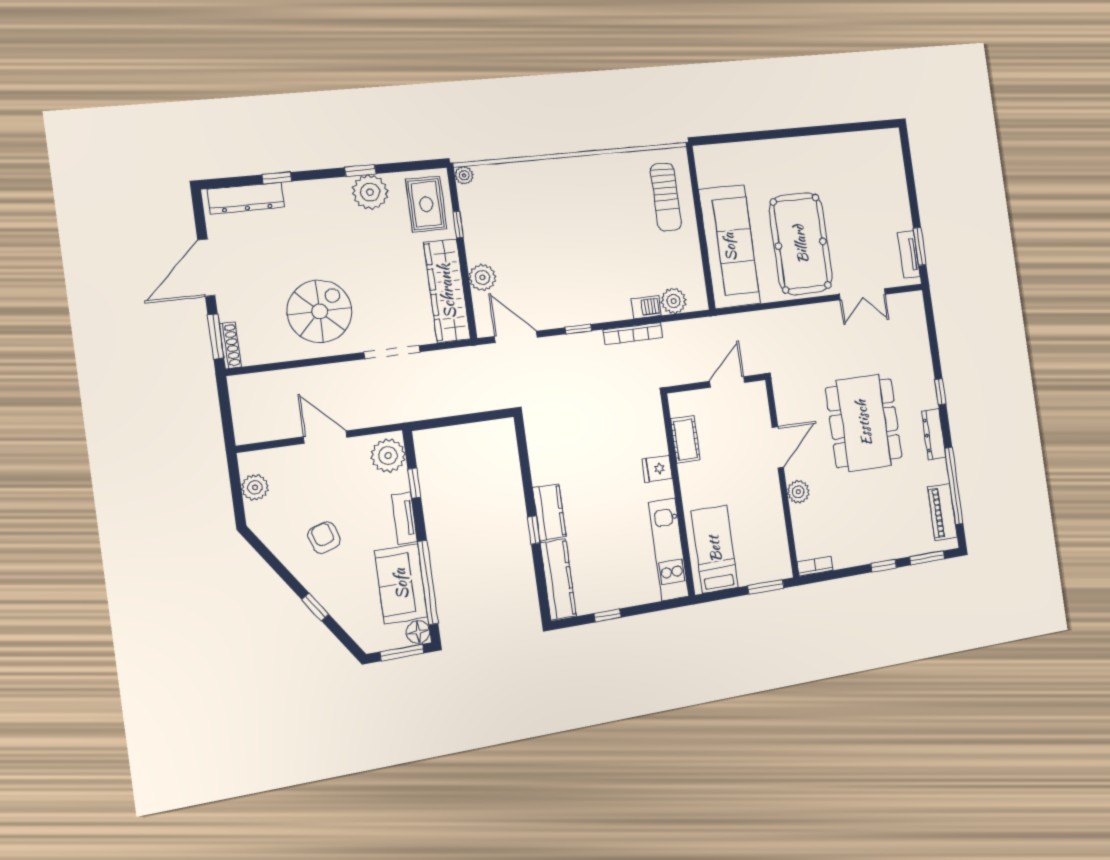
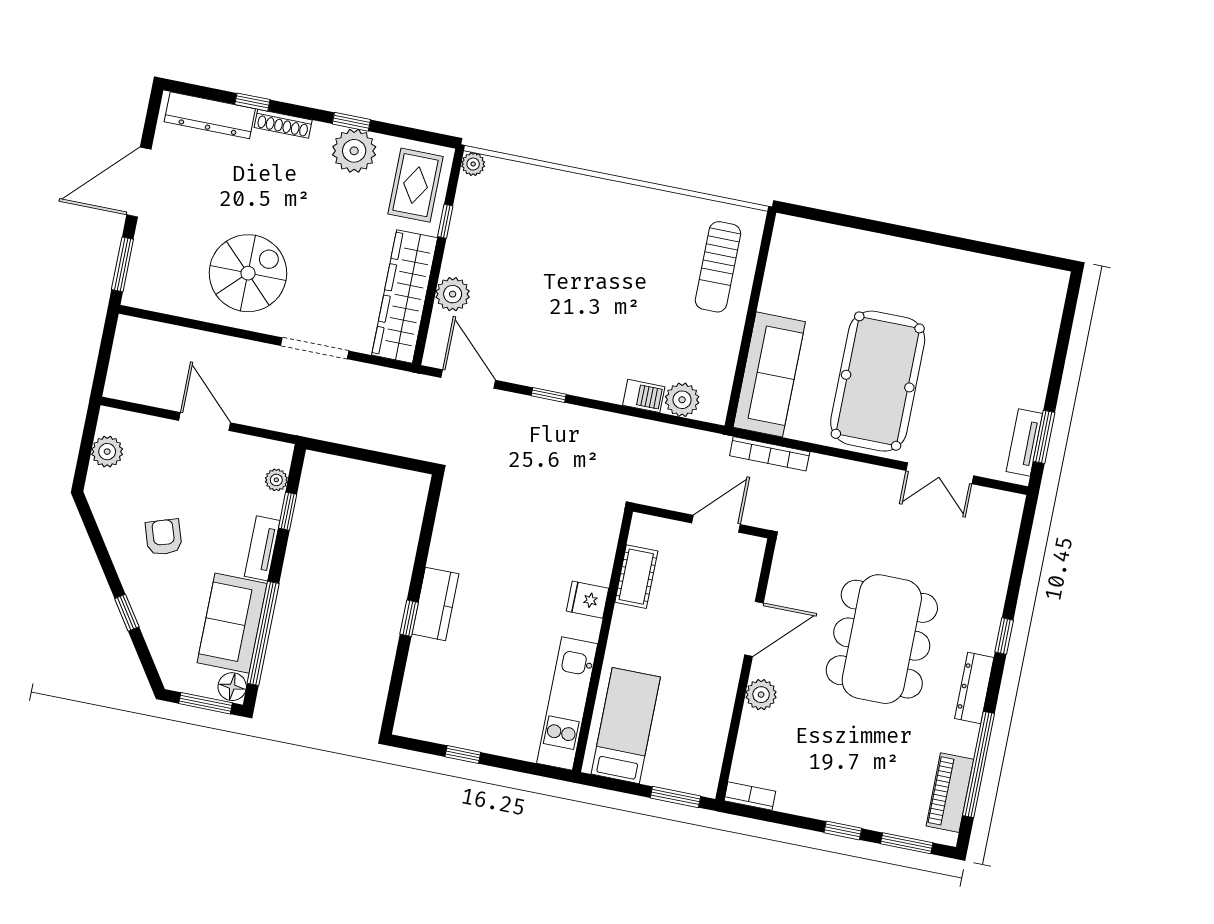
sofa: (730, 247) -> (769, 374), width x0.74, depth x0.79
bookcase: (633, 334) -> (770, 454), moved
shoe rack: (230, 345) -> (283, 124), moved, turned 90
plant: (388, 456) -> (276, 480), width x0.53, depth x0.53
kitchen counter: (558, 579) -> (418, 688), removed

